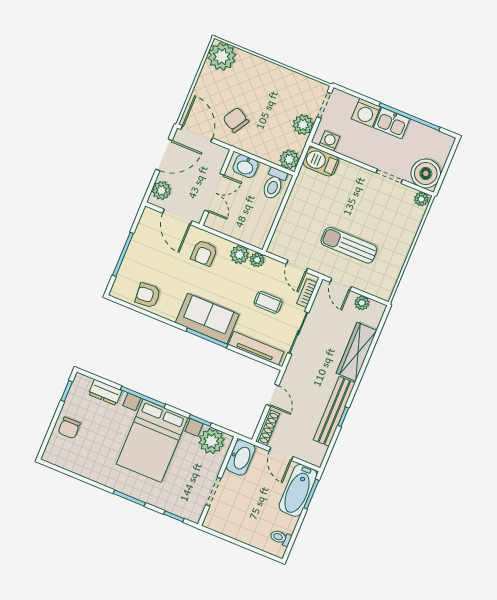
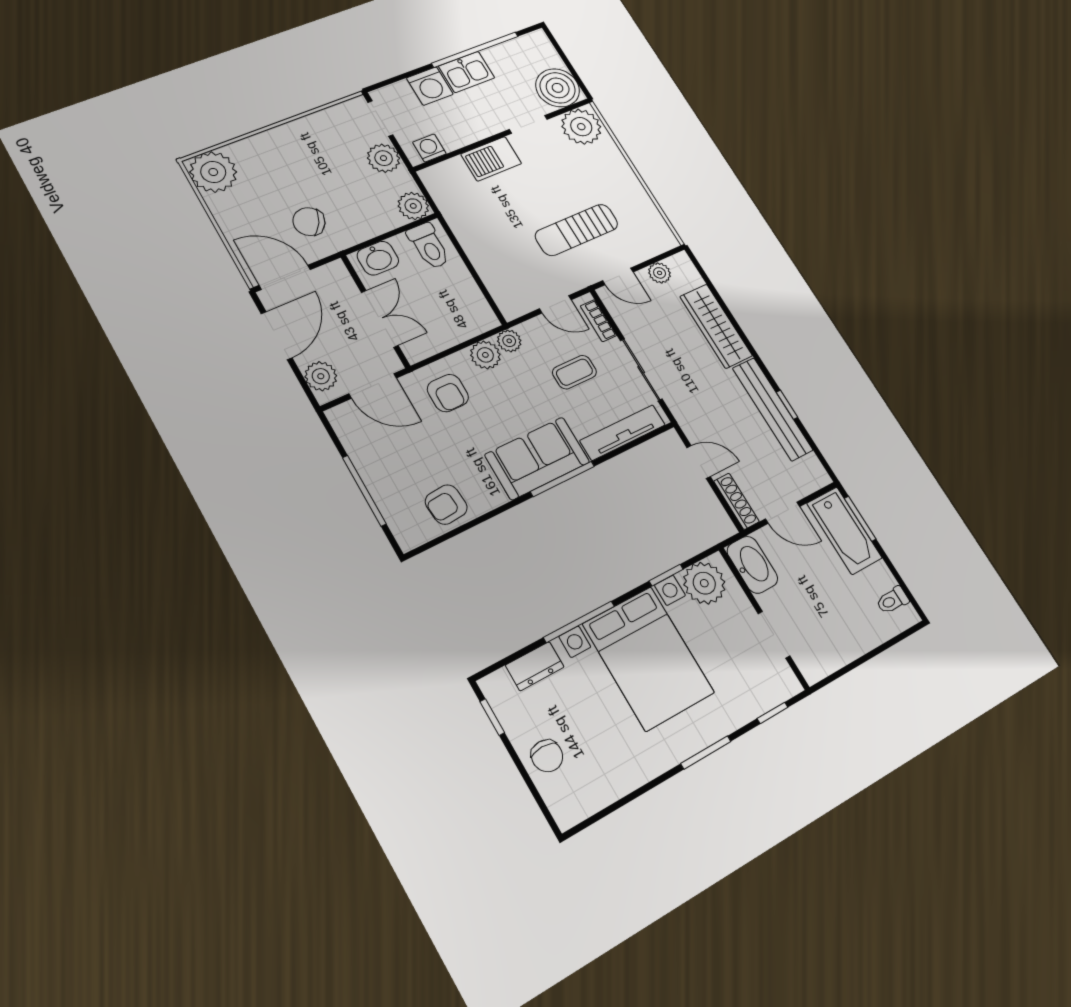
barbecue: (321, 162) -> (491, 159), moved
plant: (421, 199) -> (581, 127), width x1.88, depth x1.88

